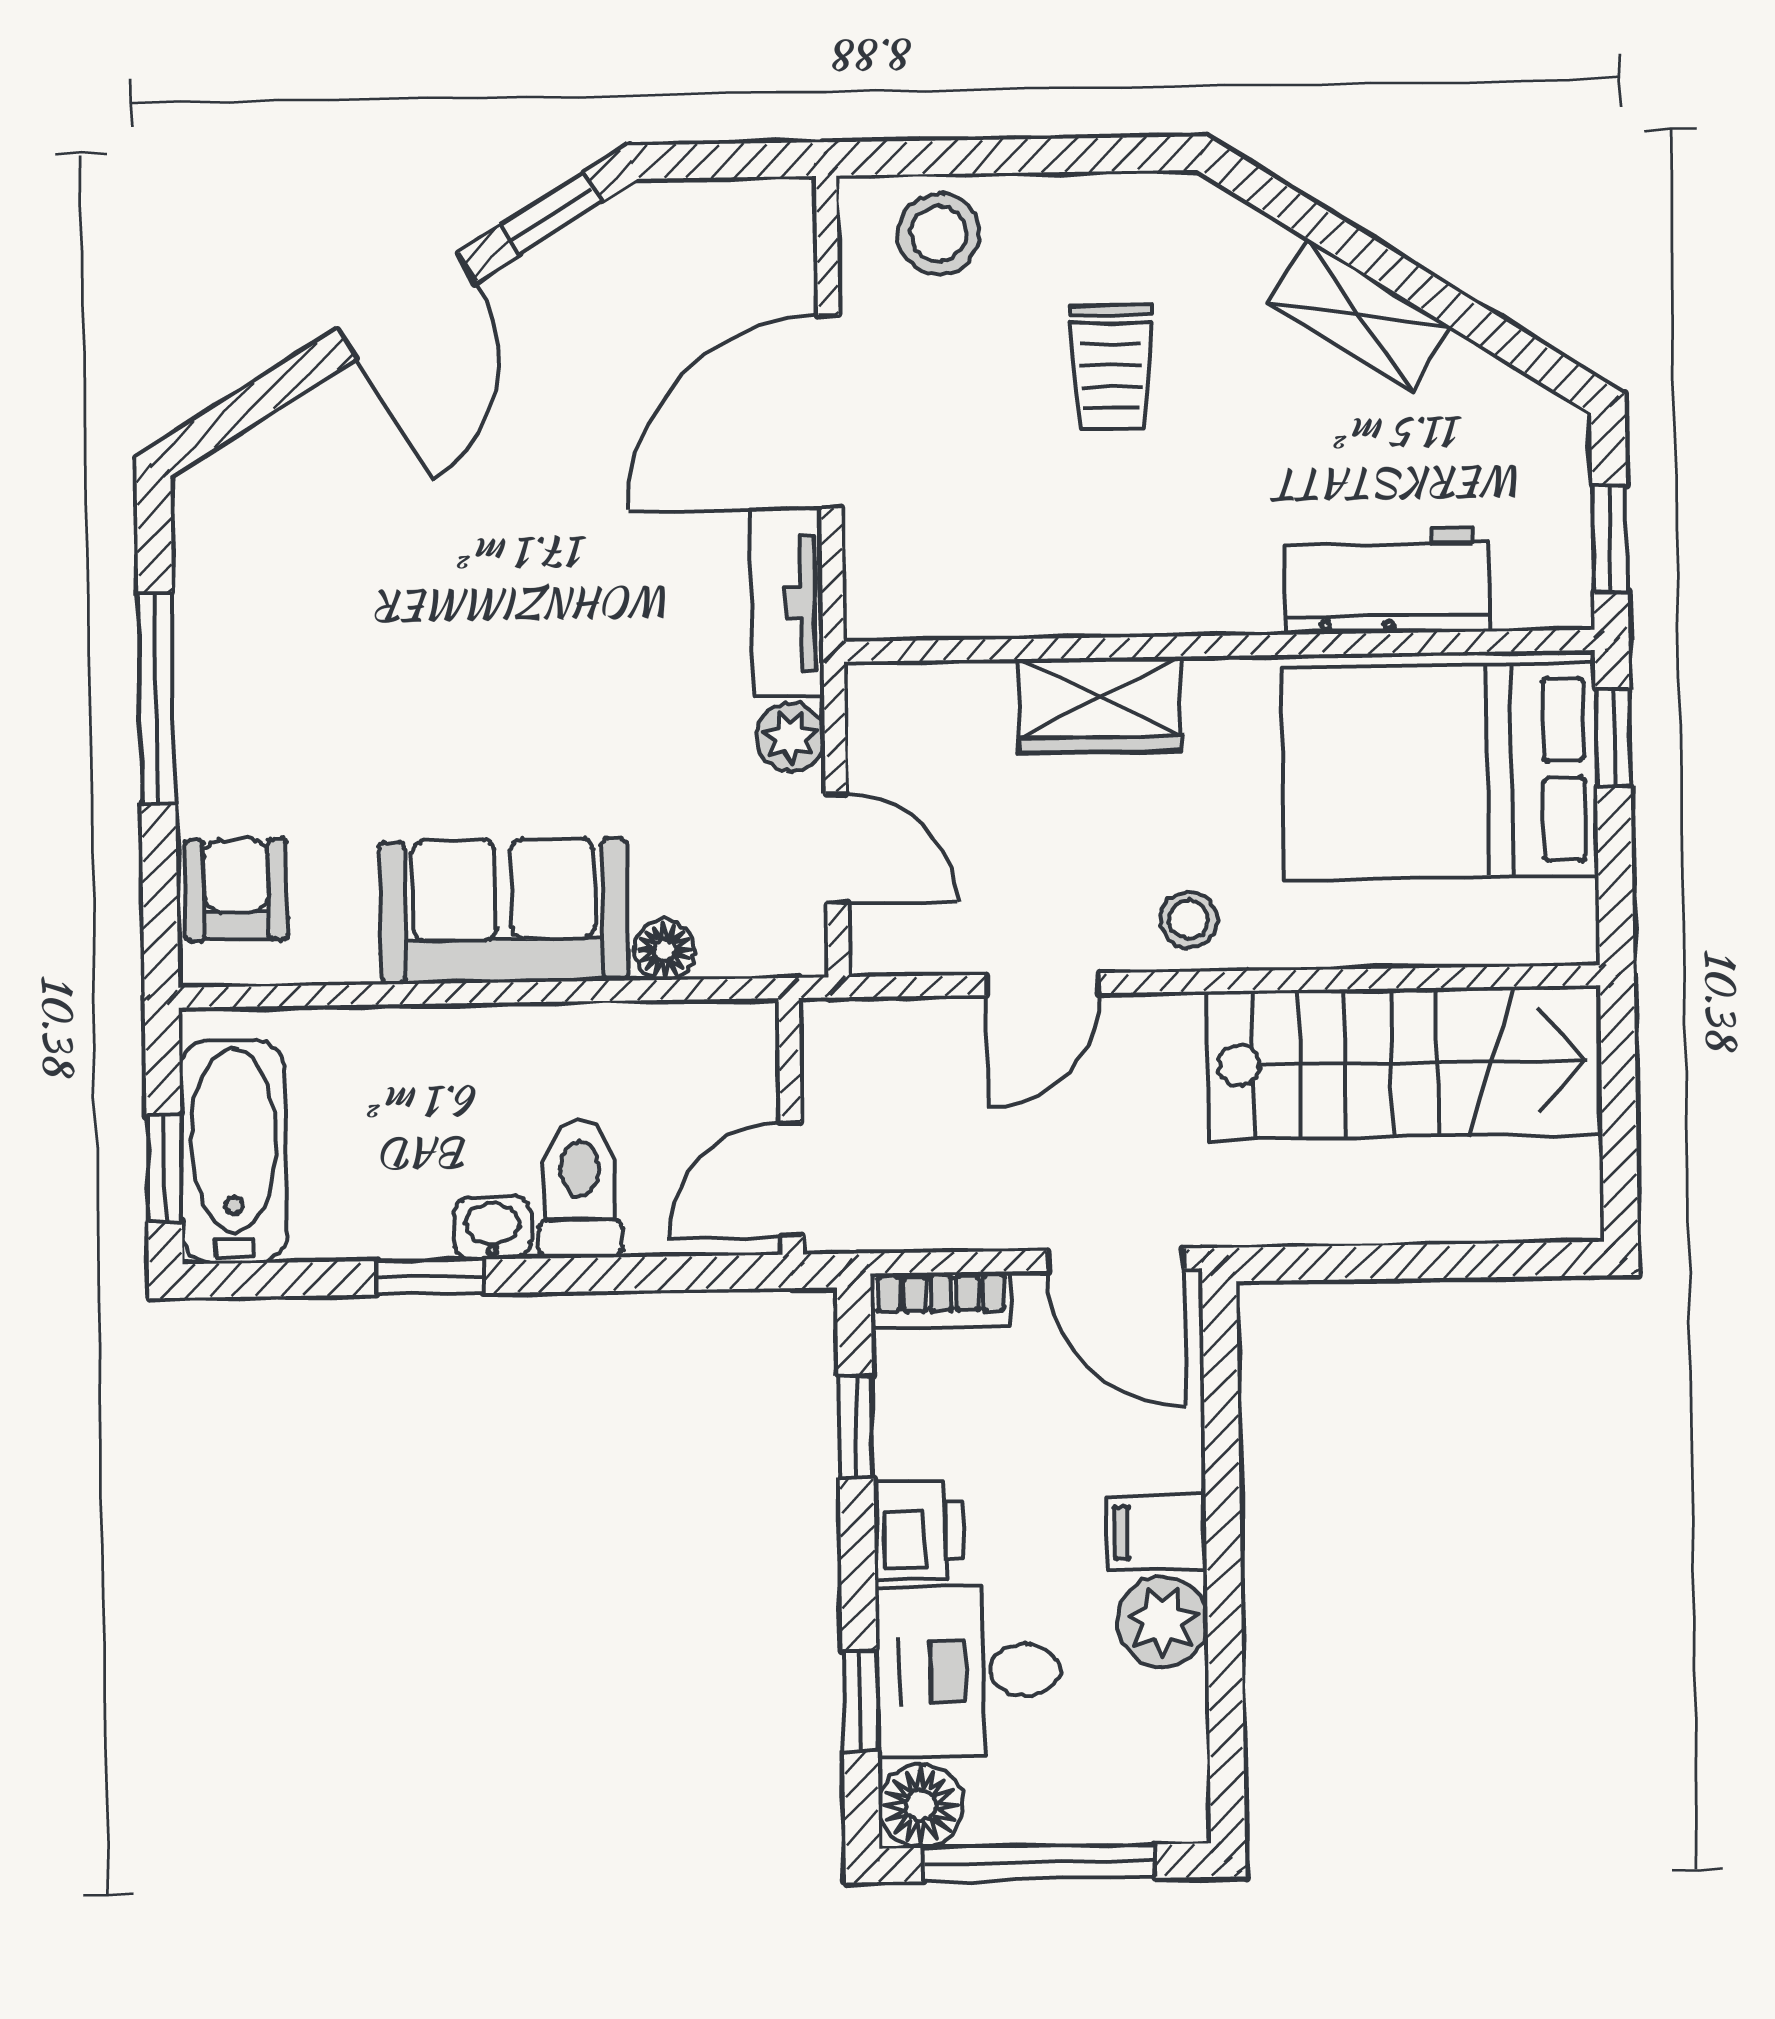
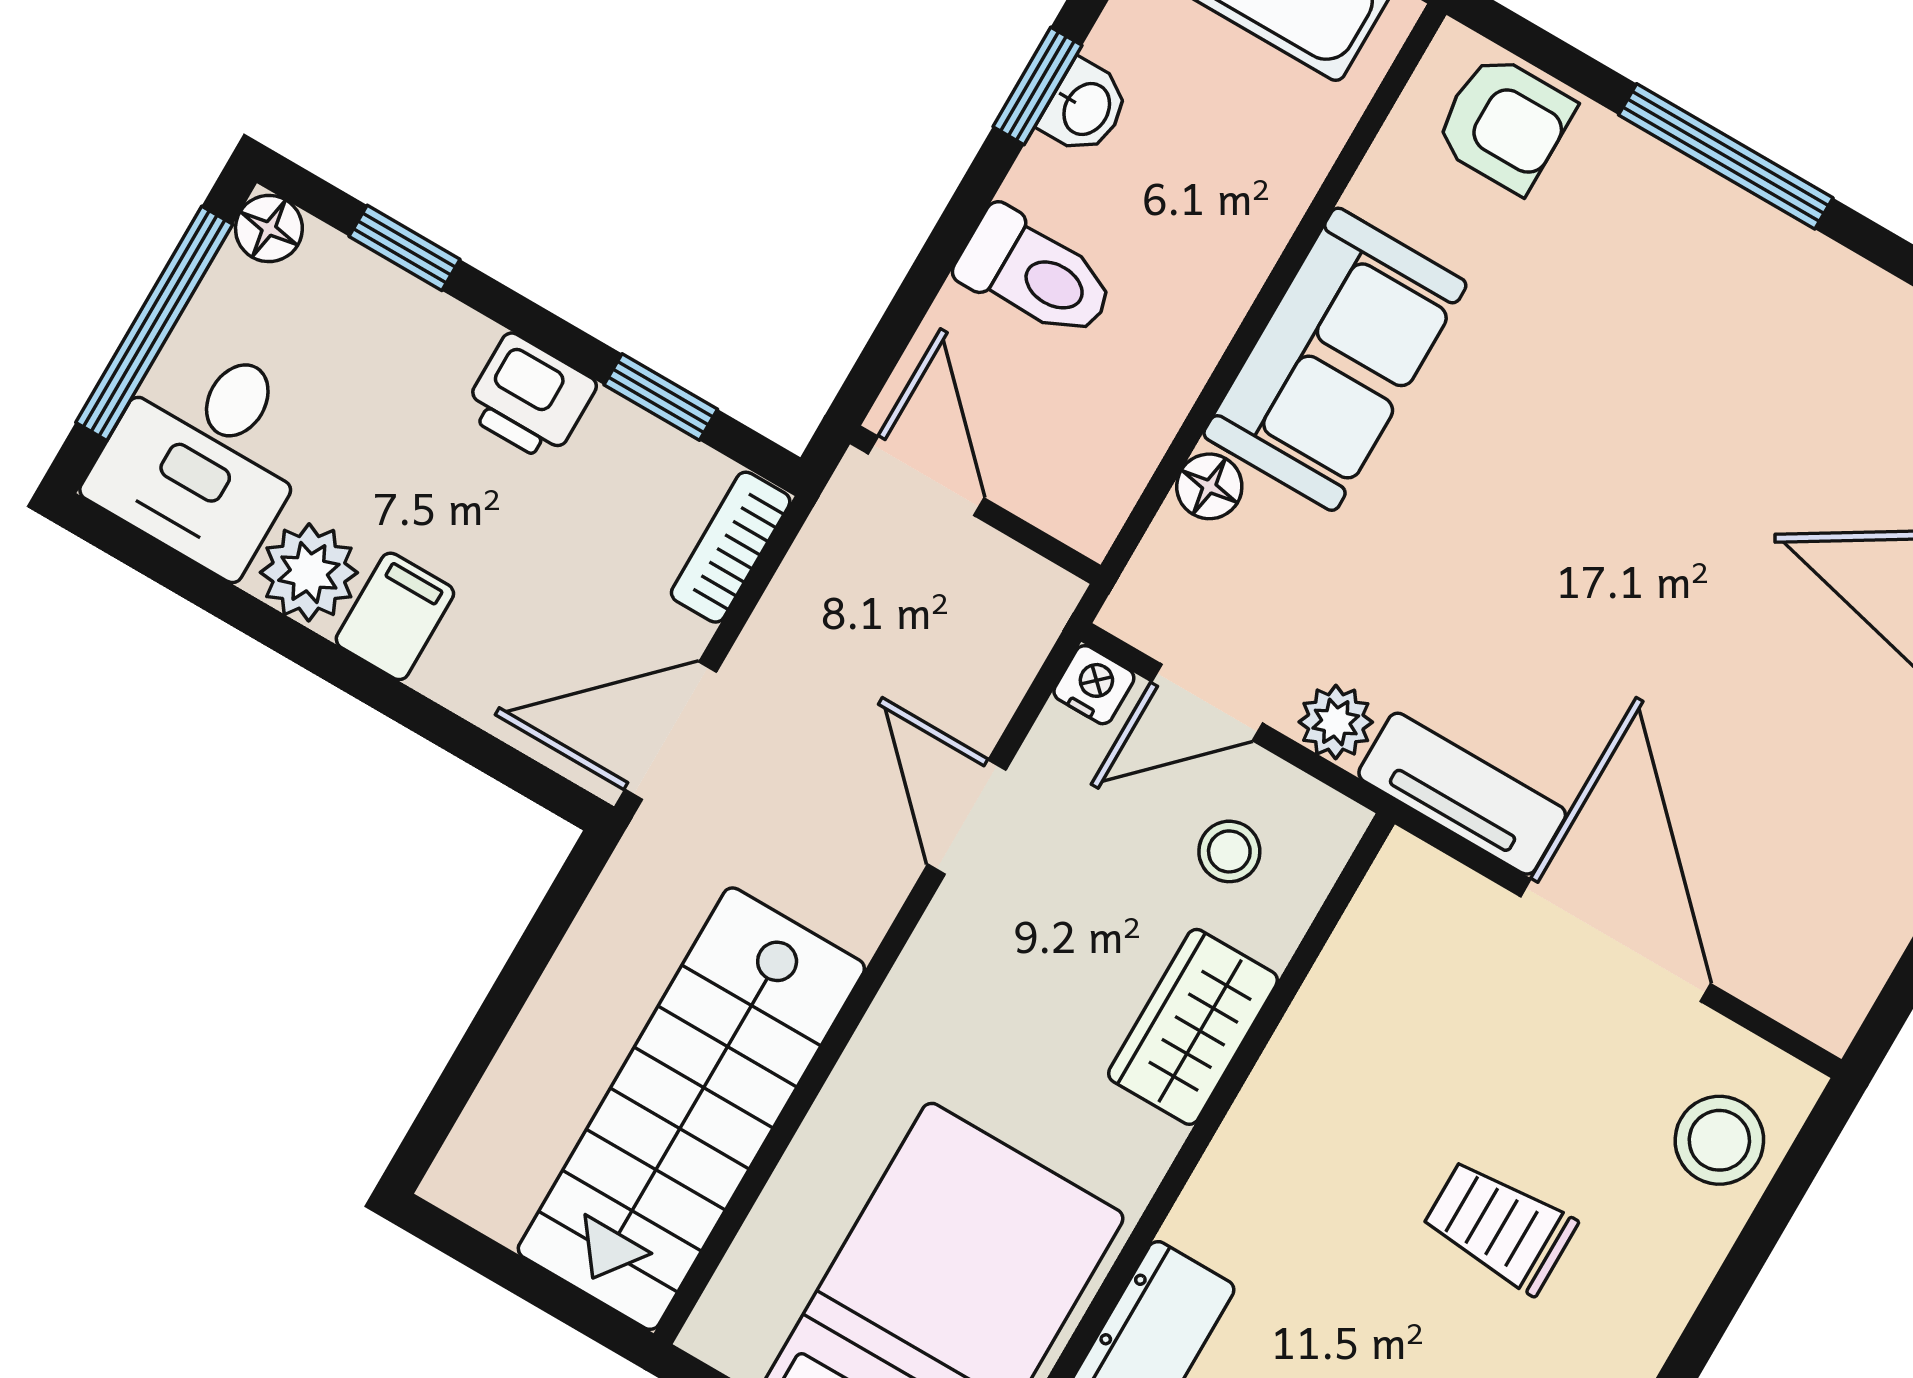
stool: (1189, 920) -> (1229, 851), moved
nightstand: (877, 947) -> (1094, 685), added
washbasin: (492, 1228) -> (1085, 108), moved
desk: (969, 1671) -> (206, 454), moved, turned 180
floor lamp: (921, 1806) -> (269, 229), width x0.73, depth x0.73

